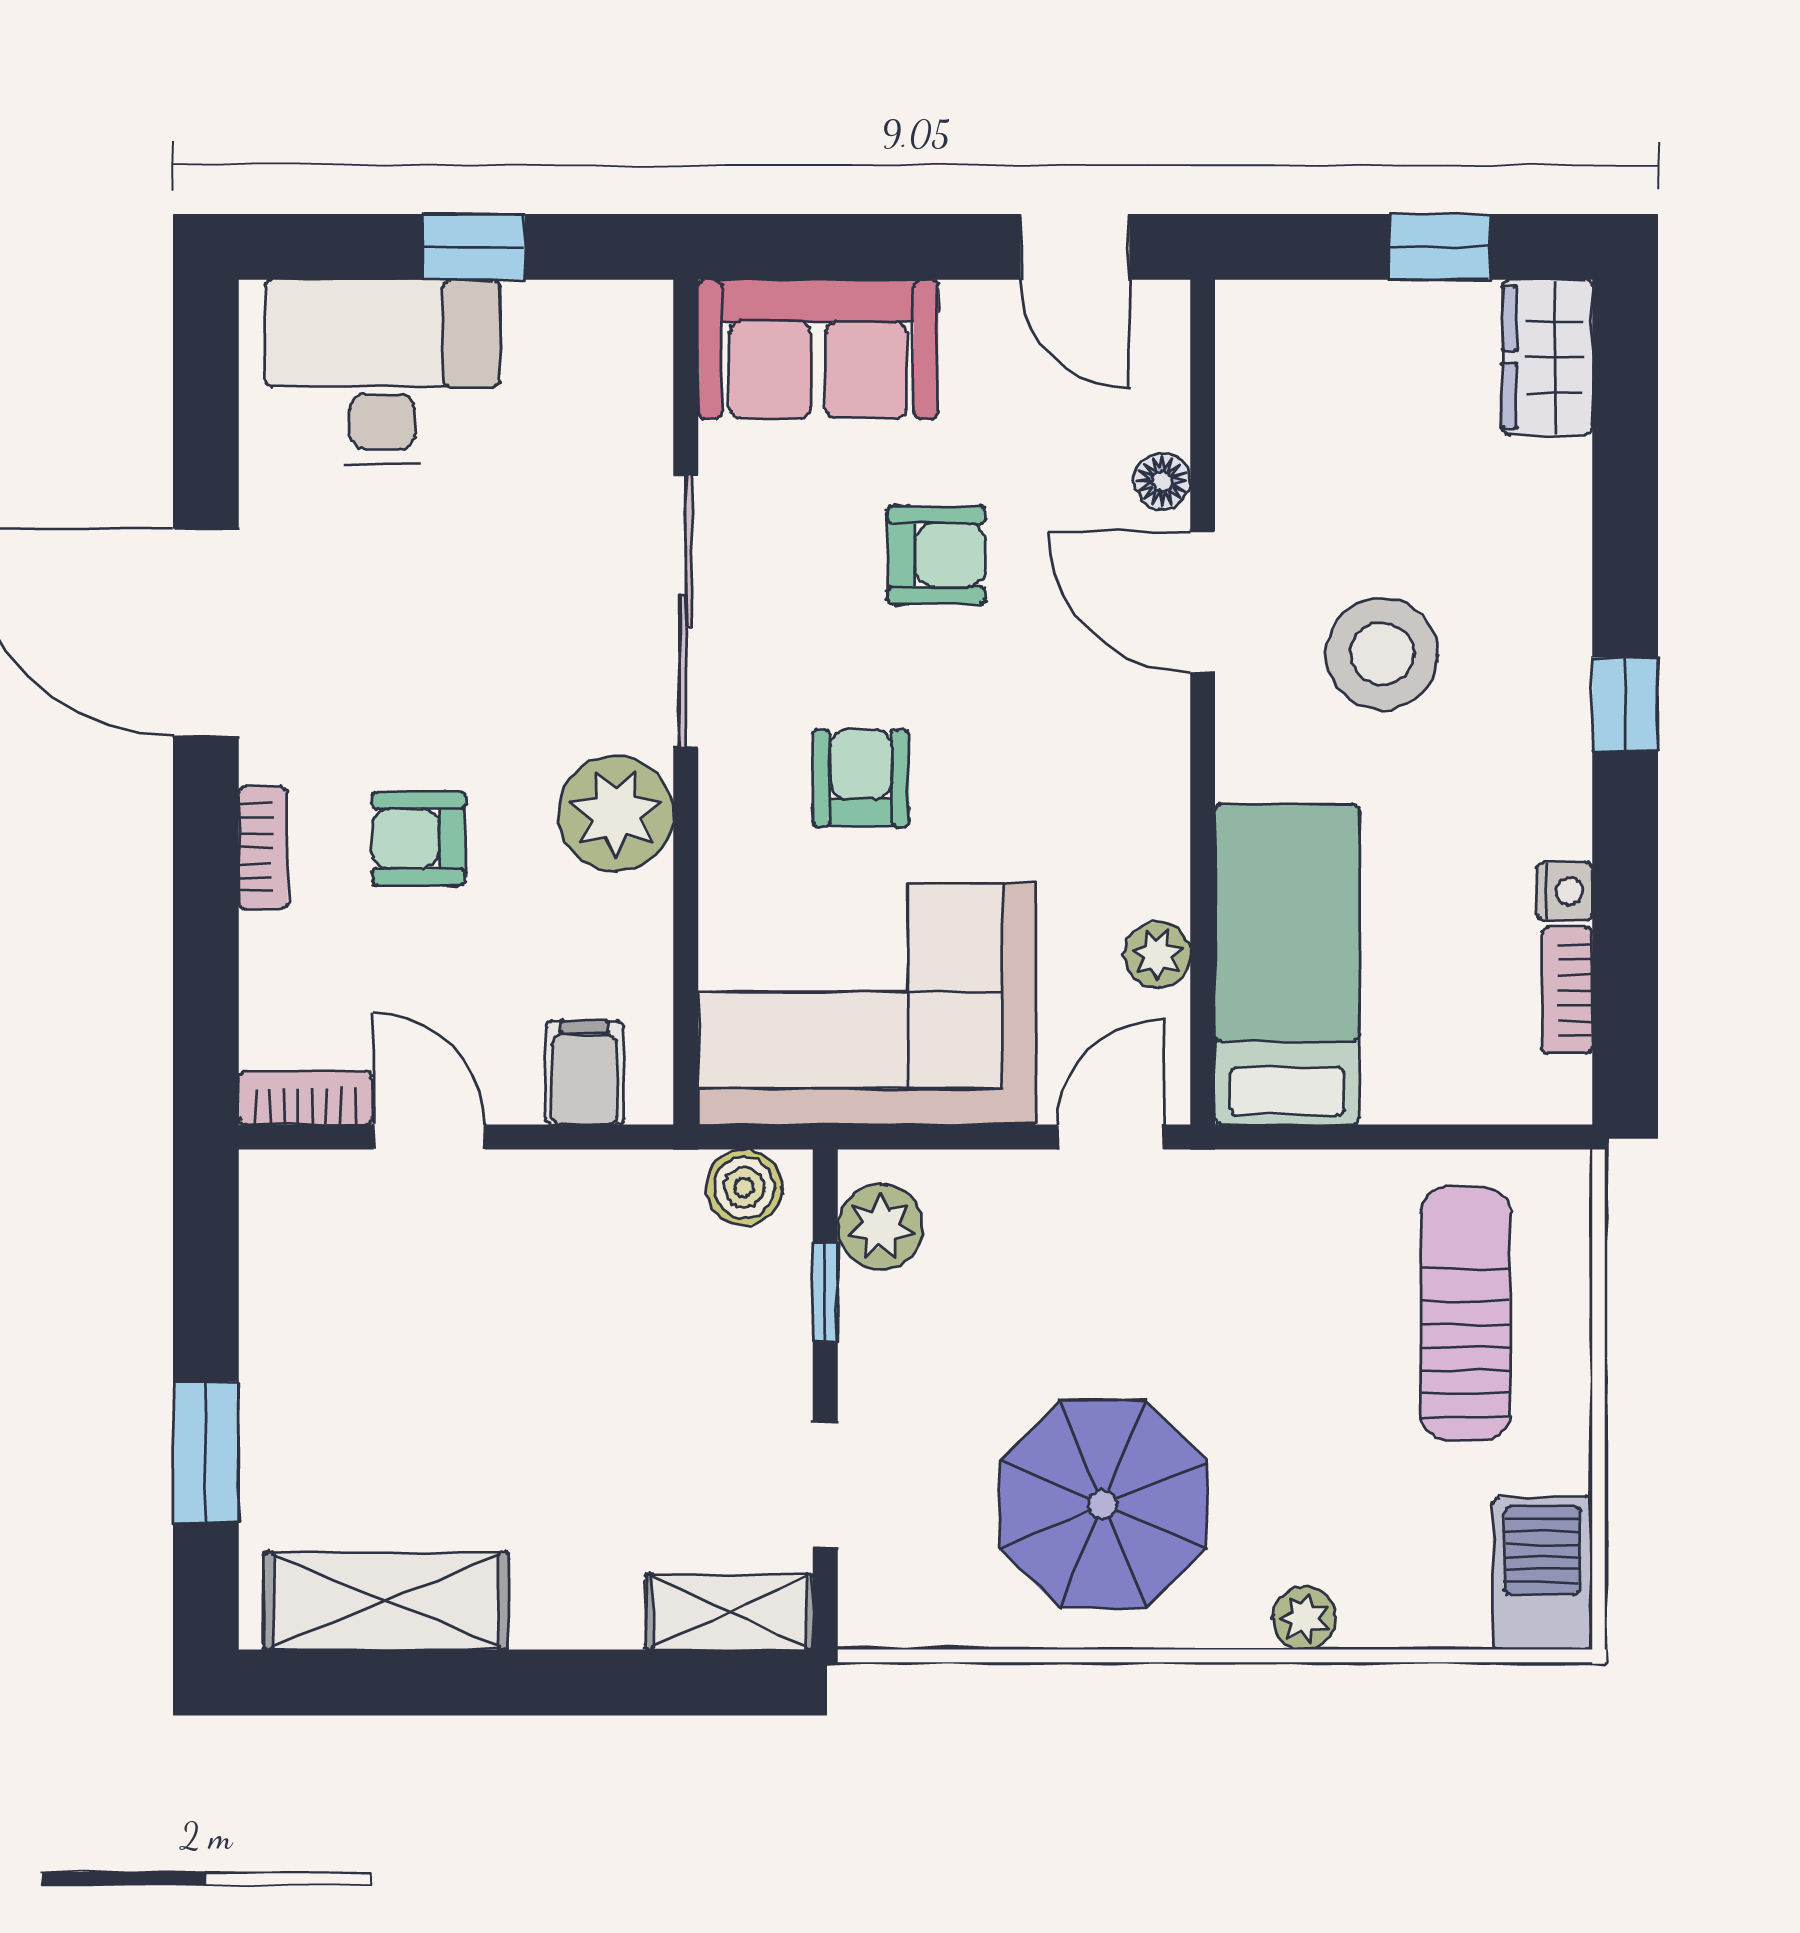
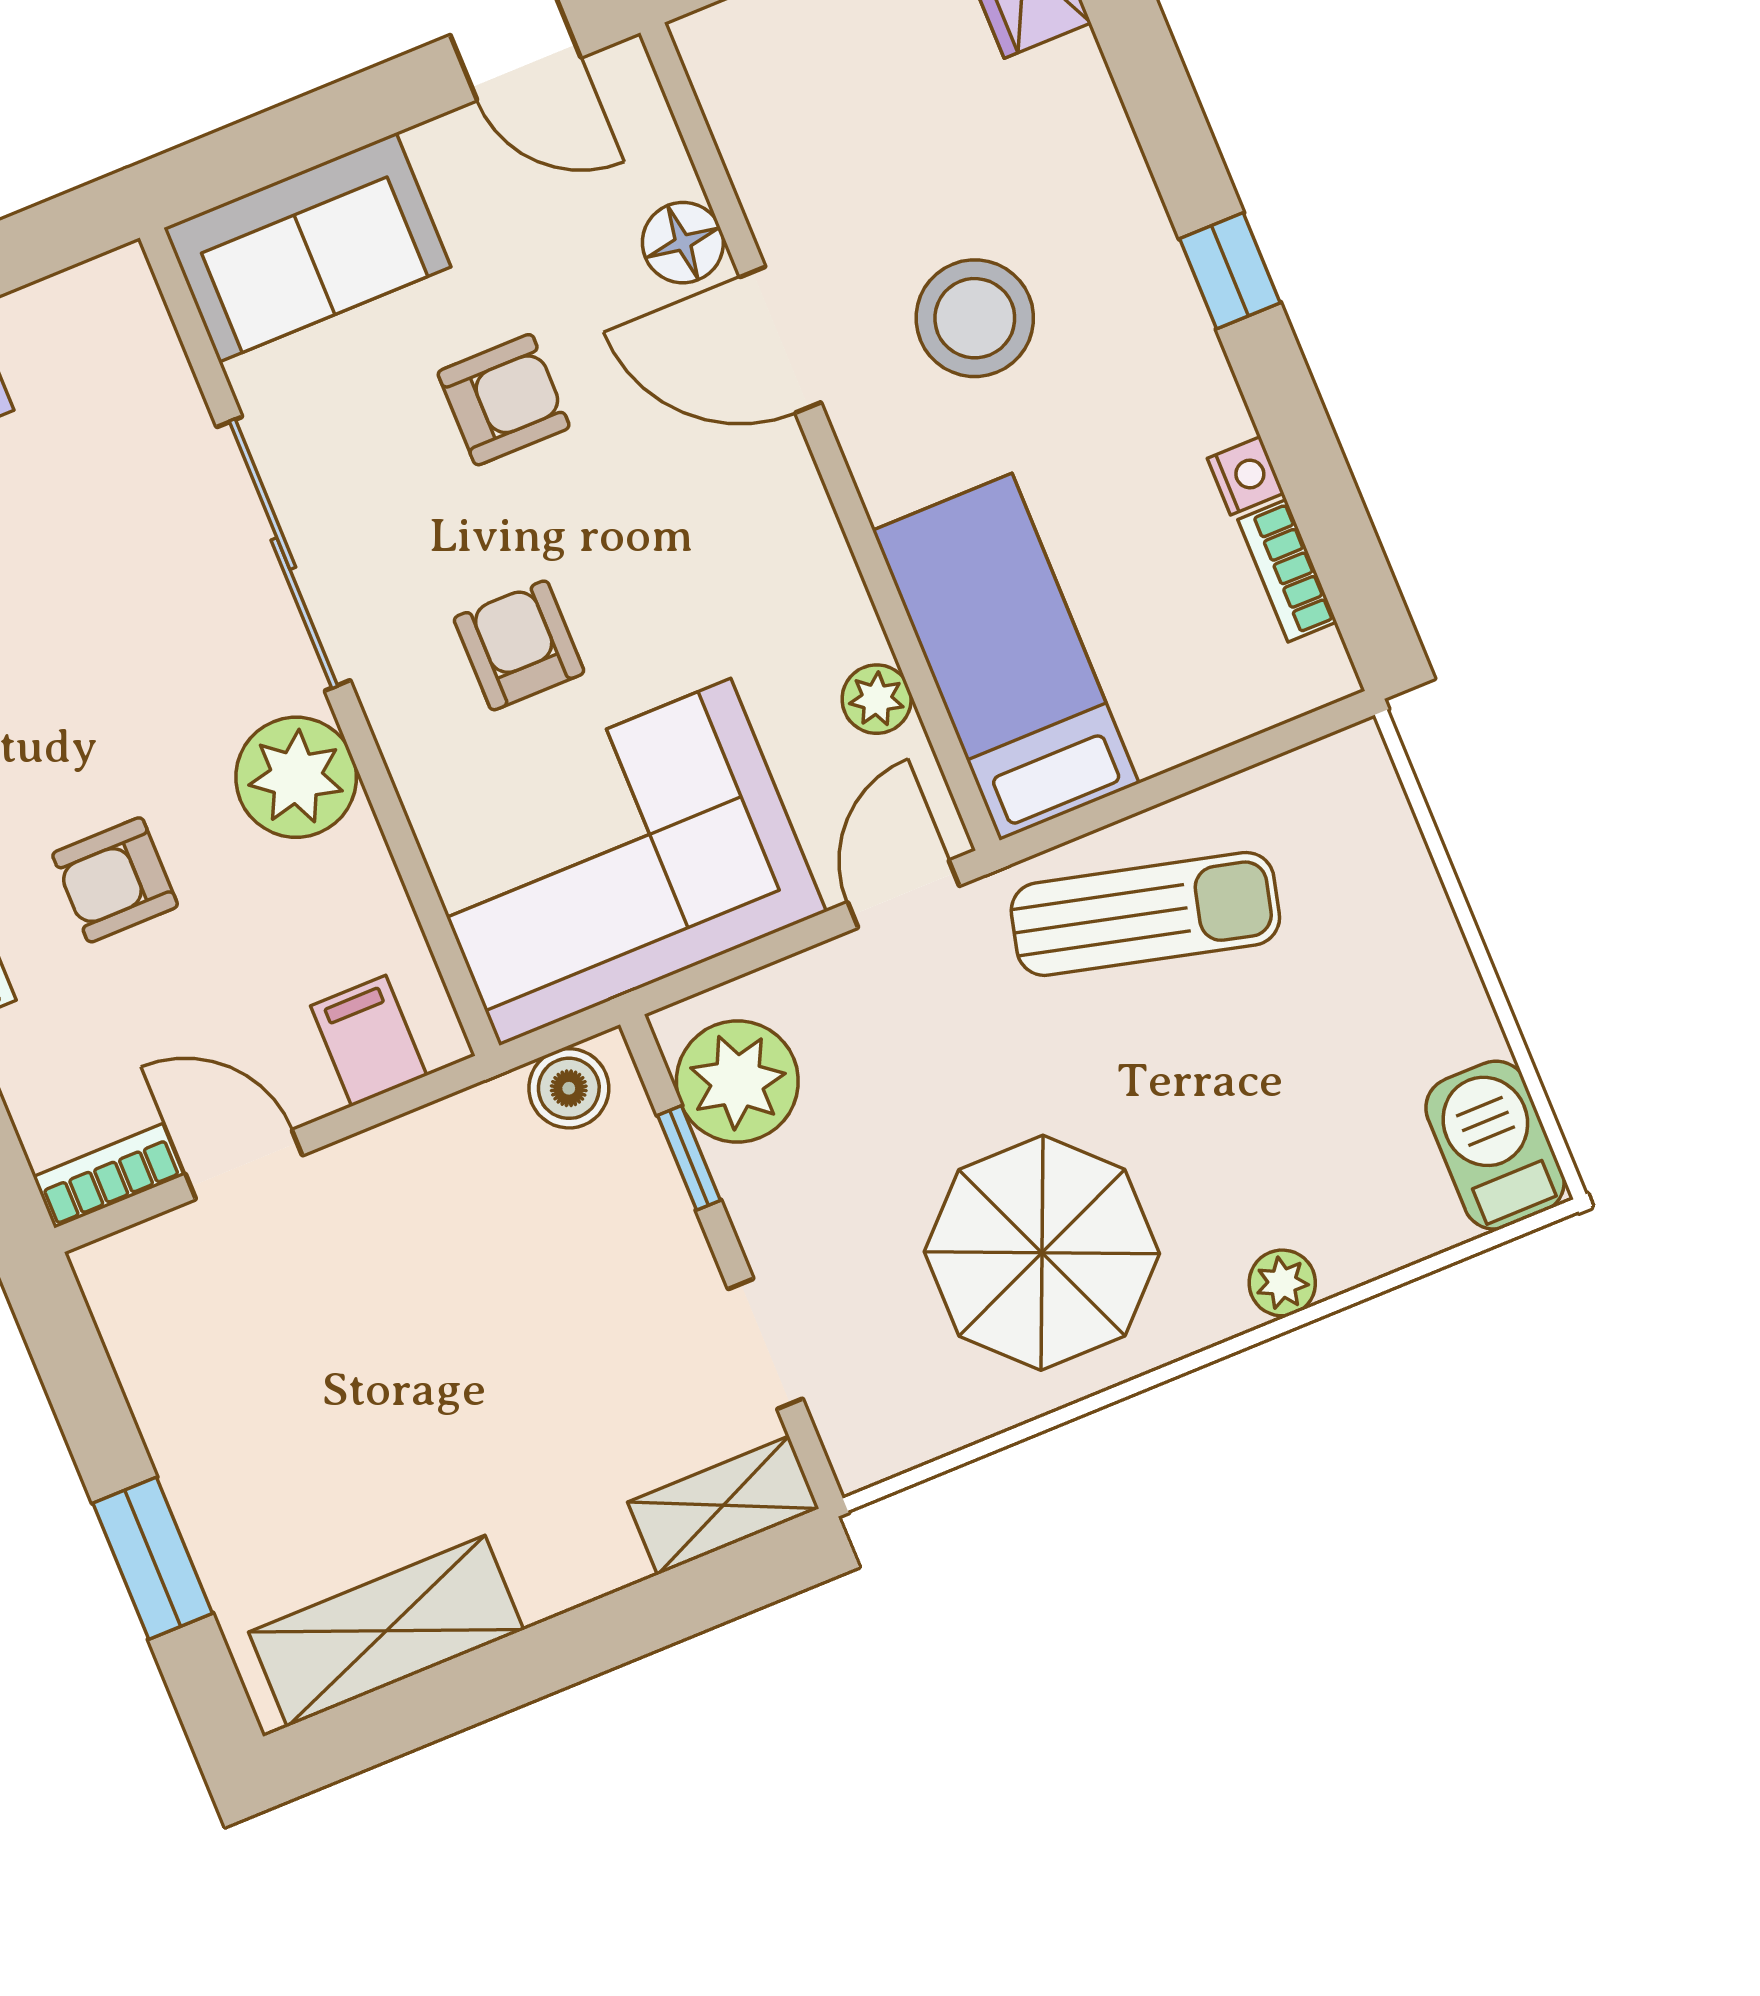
floor lamp: (1162, 481) -> (683, 243), width x1.37, depth x1.37
plant: (880, 1227) -> (737, 1081), width x1.36, depth x1.36
sun lounger: (1465, 1314) -> (1145, 914), moved, turned 104

